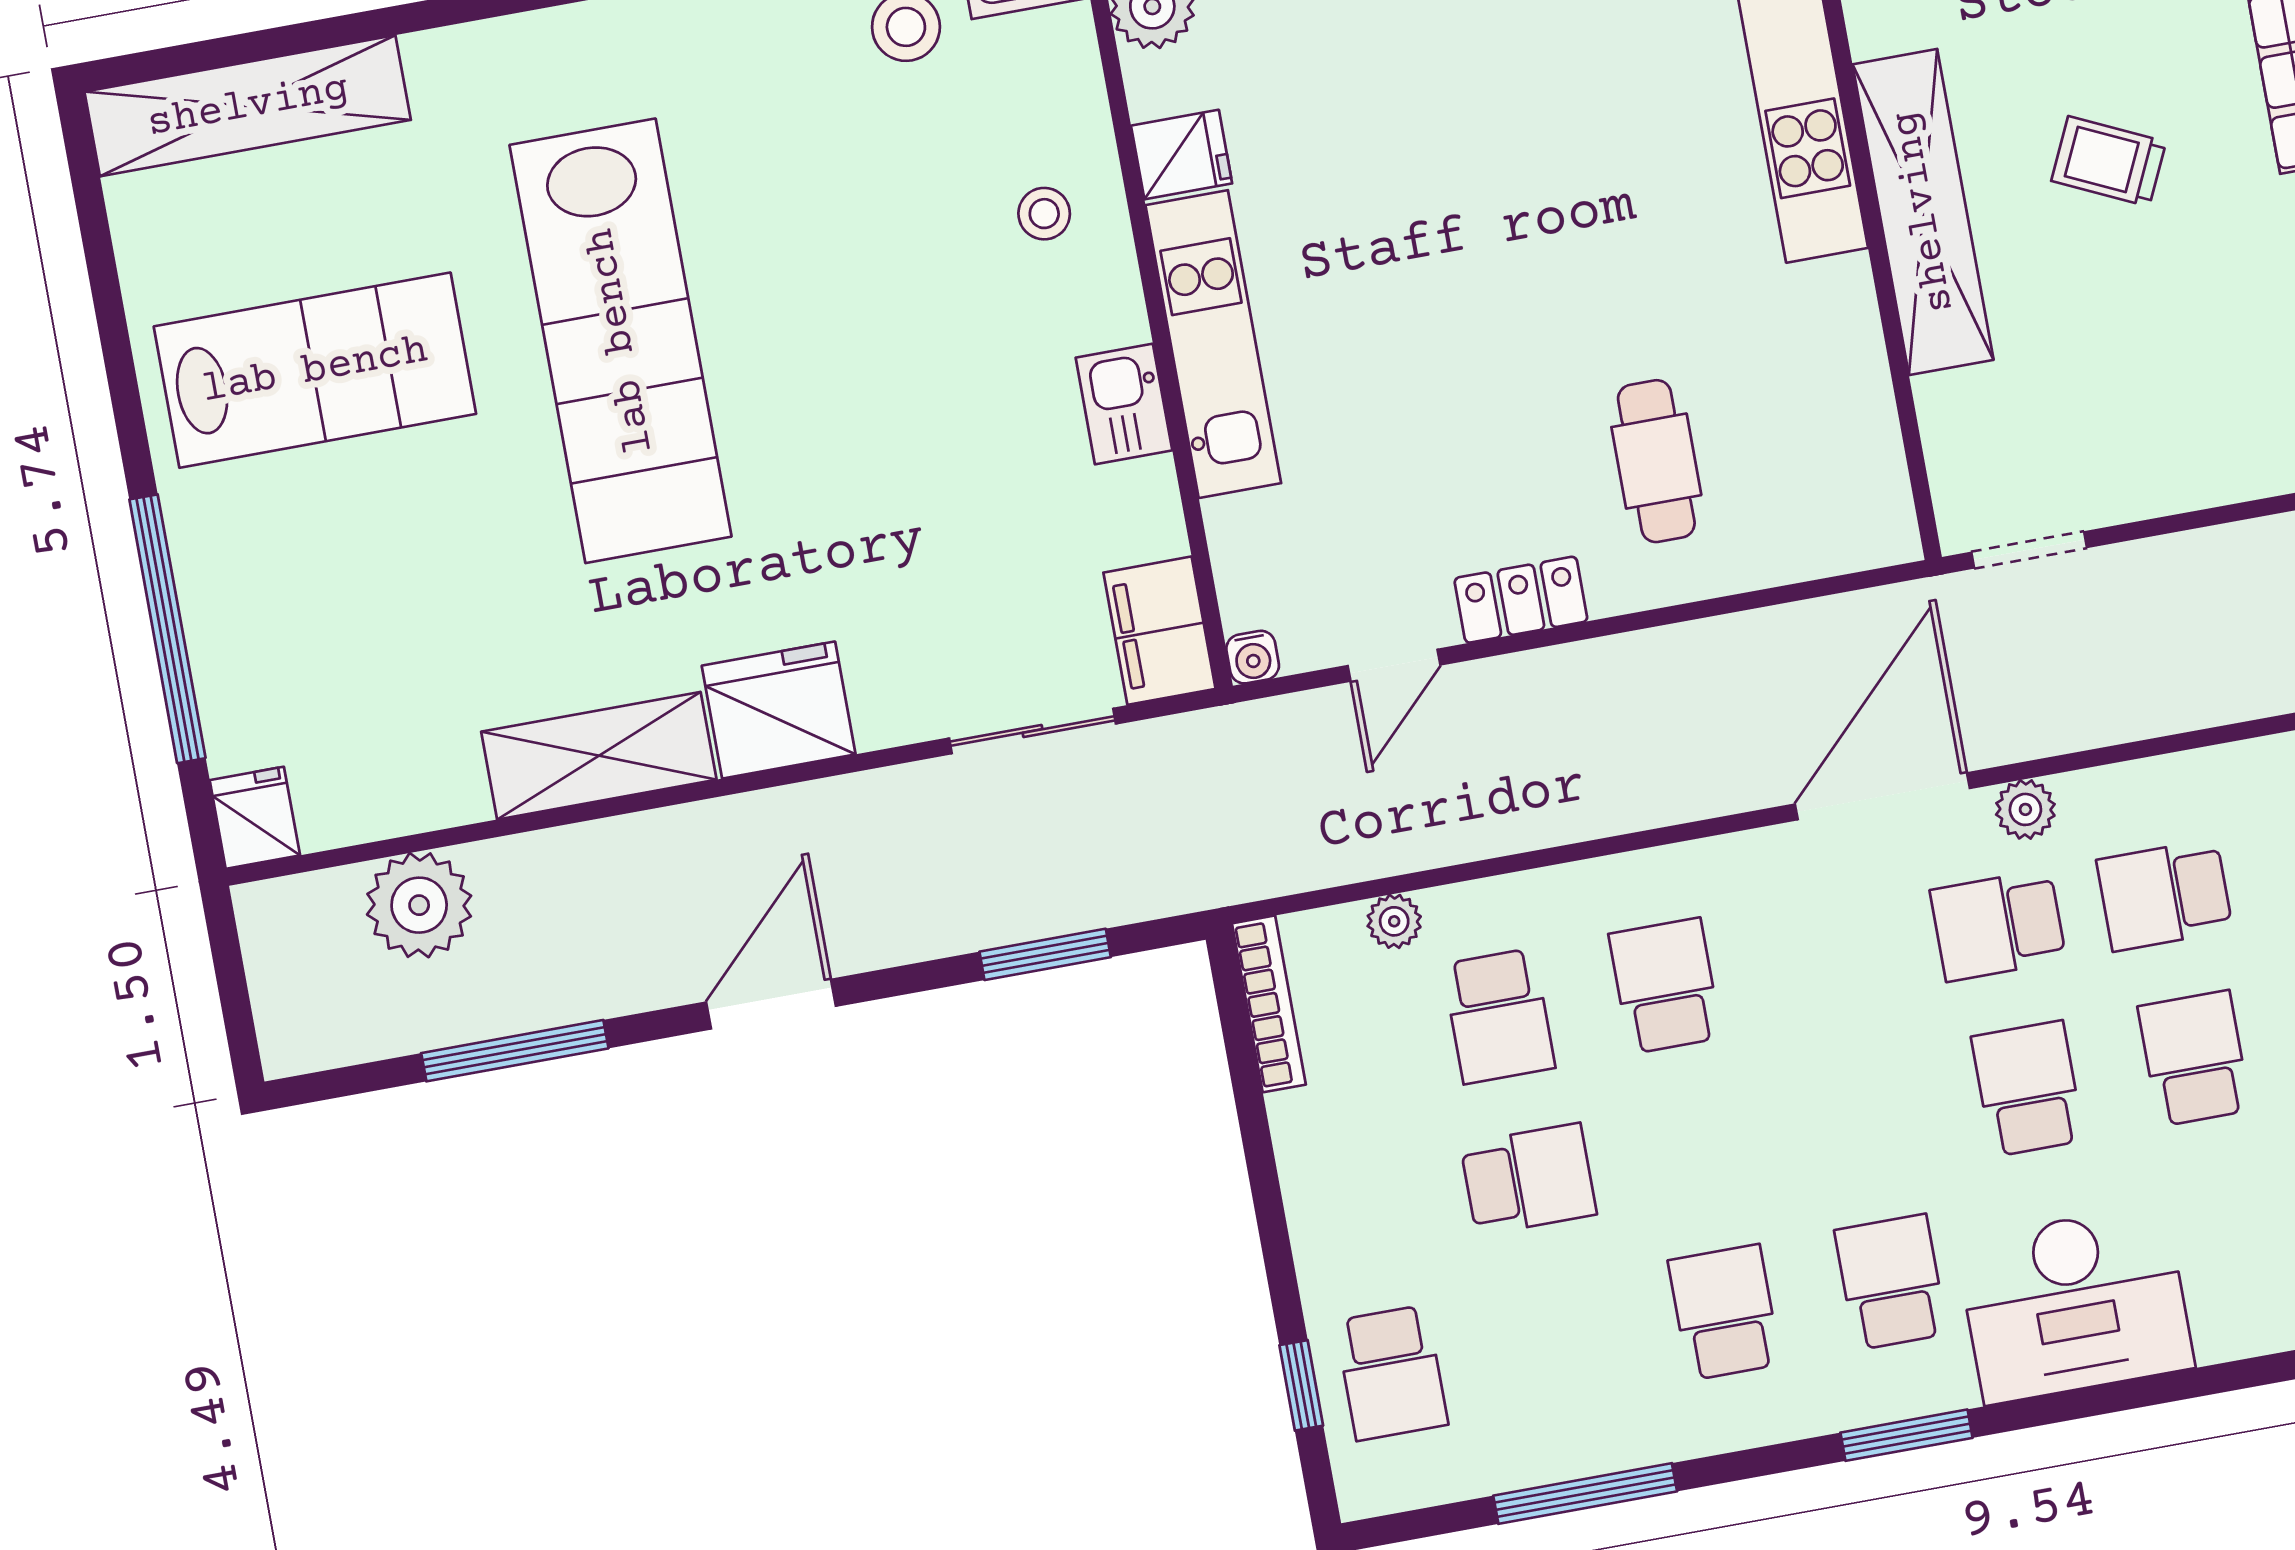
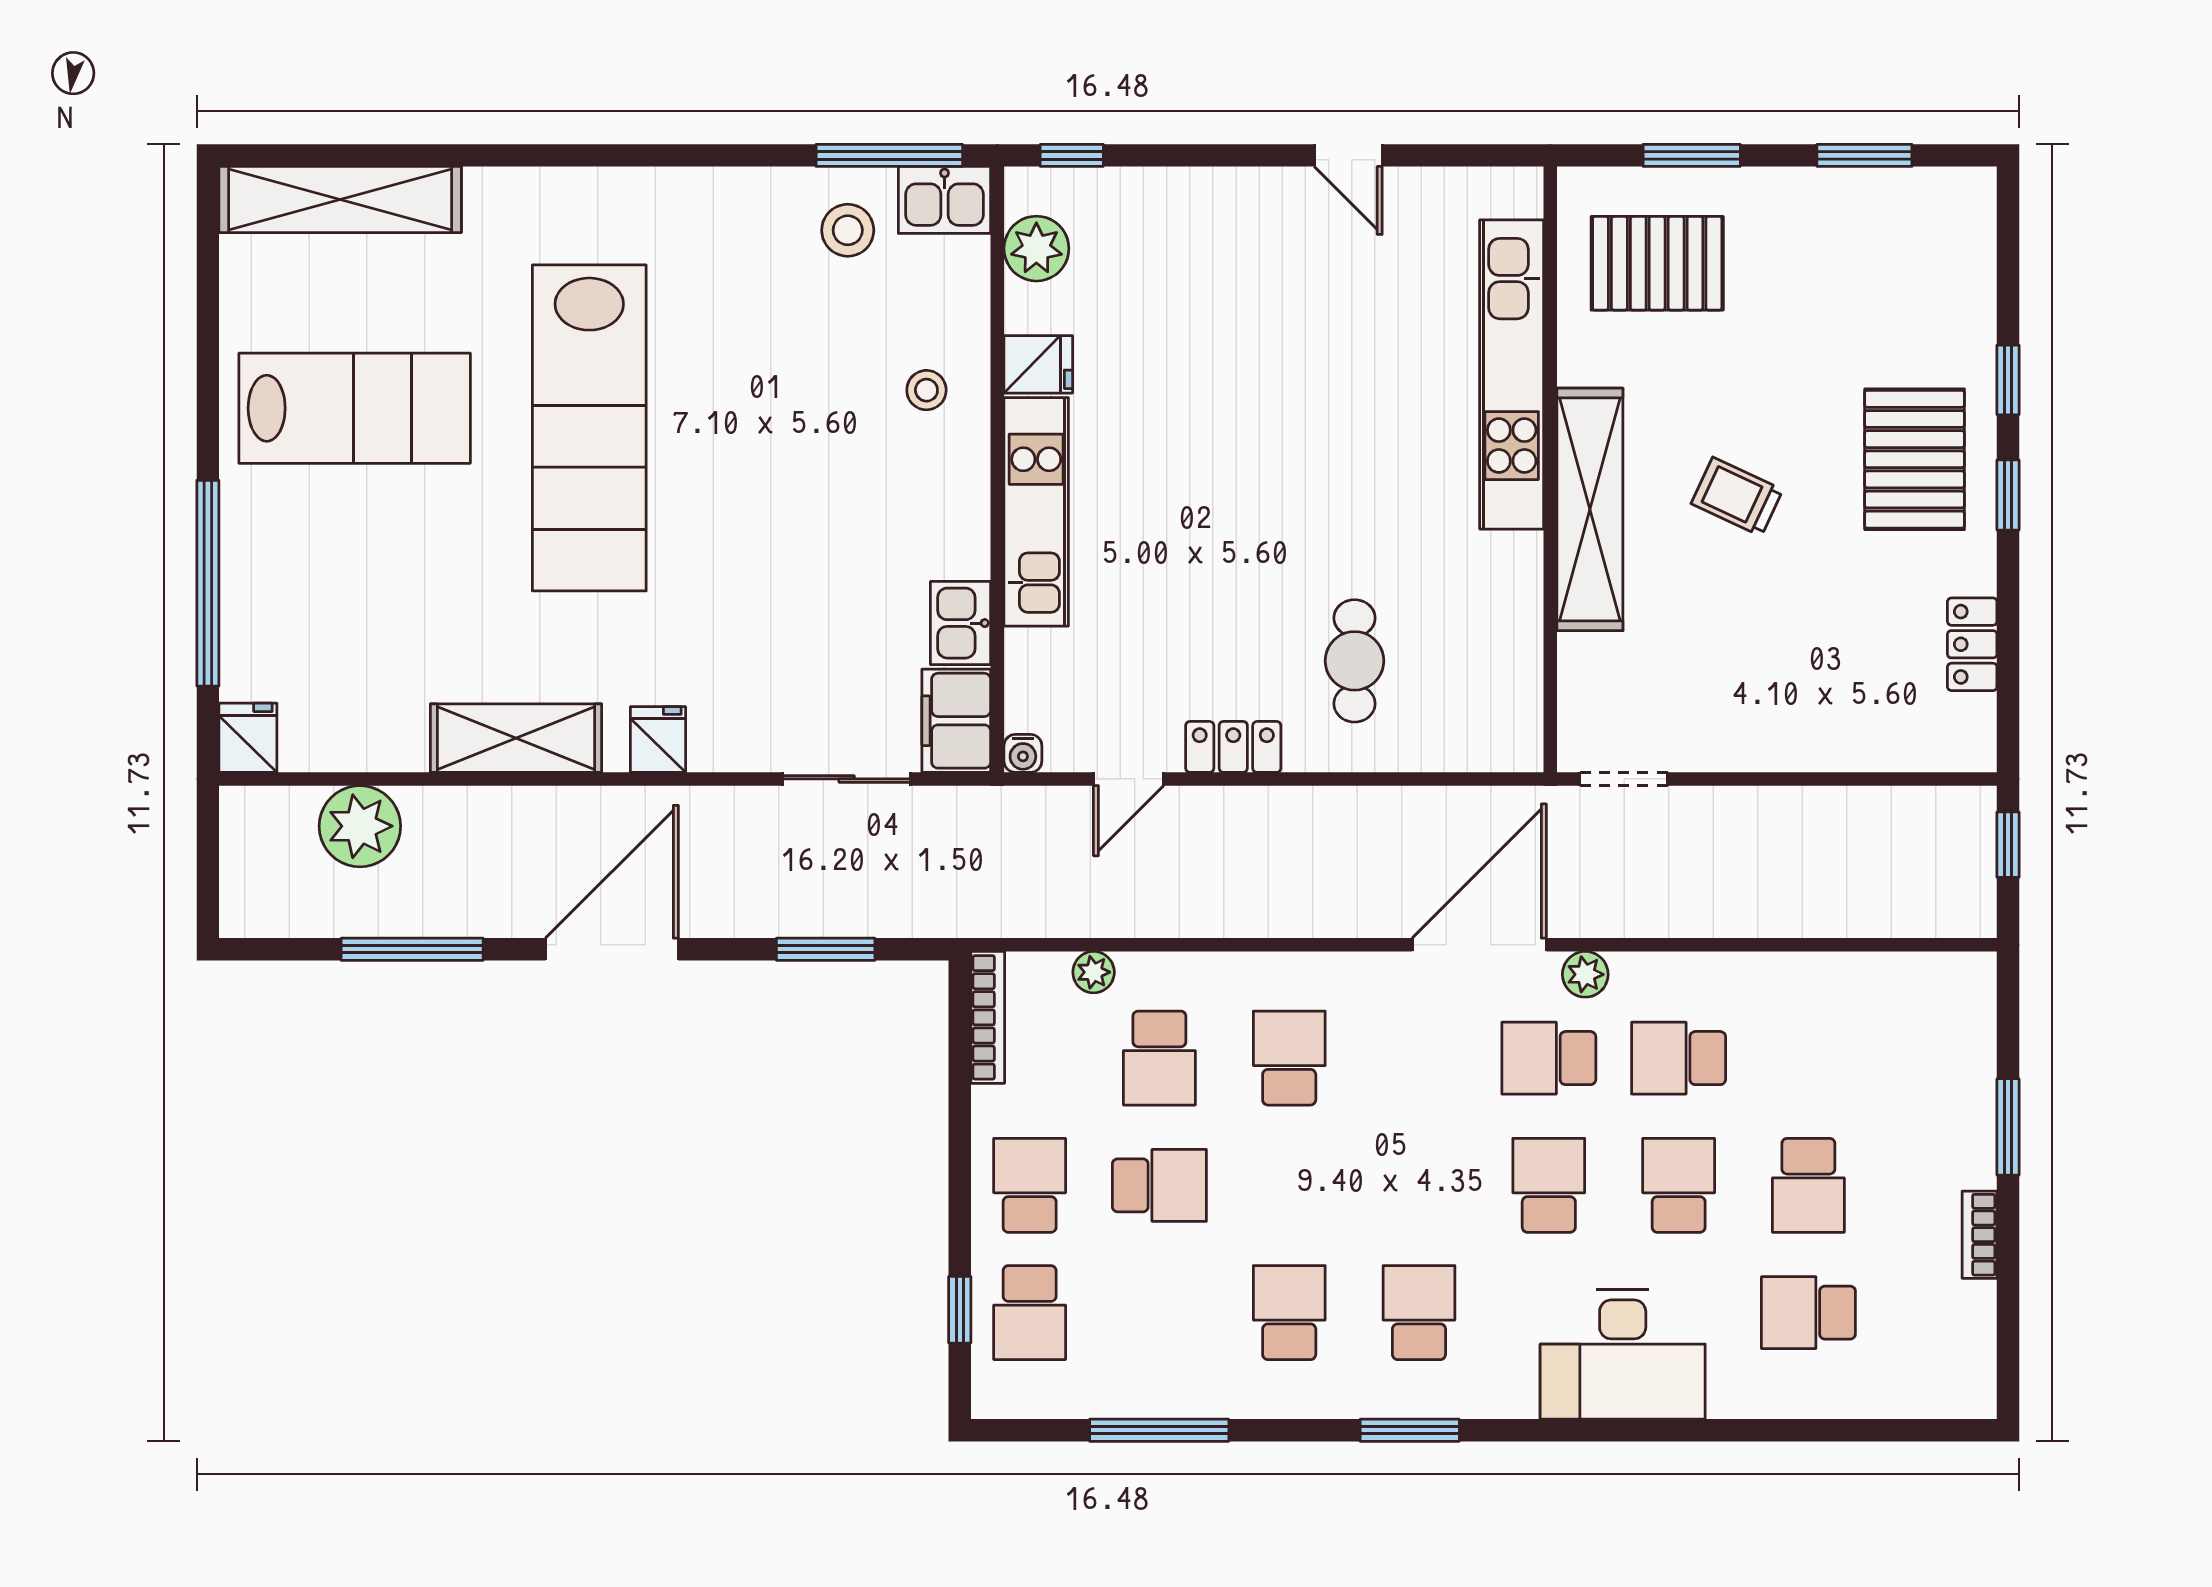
kitchen sink: (1124, 404) -> (961, 623), moved
fridge: (779, 710) -> (658, 739), width x0.53, depth x0.75
door: (771, 1004) -> (612, 949), width x1.36
school desk: (1362, 1210) -> (1030, 1185), added
desk: (2075, 1304) -> (1623, 1354), moved

